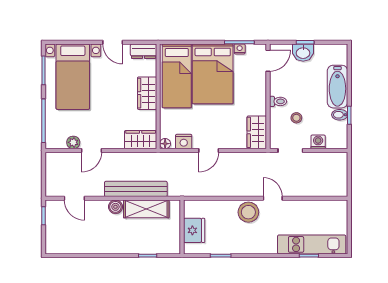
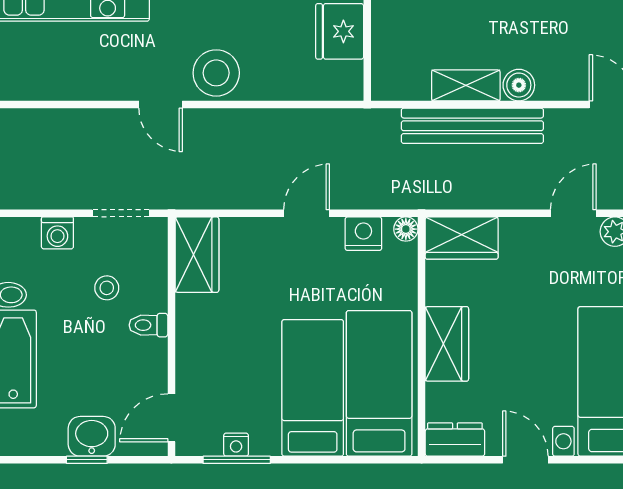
bed: (213, 74) -> (313, 388), width x0.67
shelving: (146, 209) -> (466, 85), width x0.67, depth x0.75

